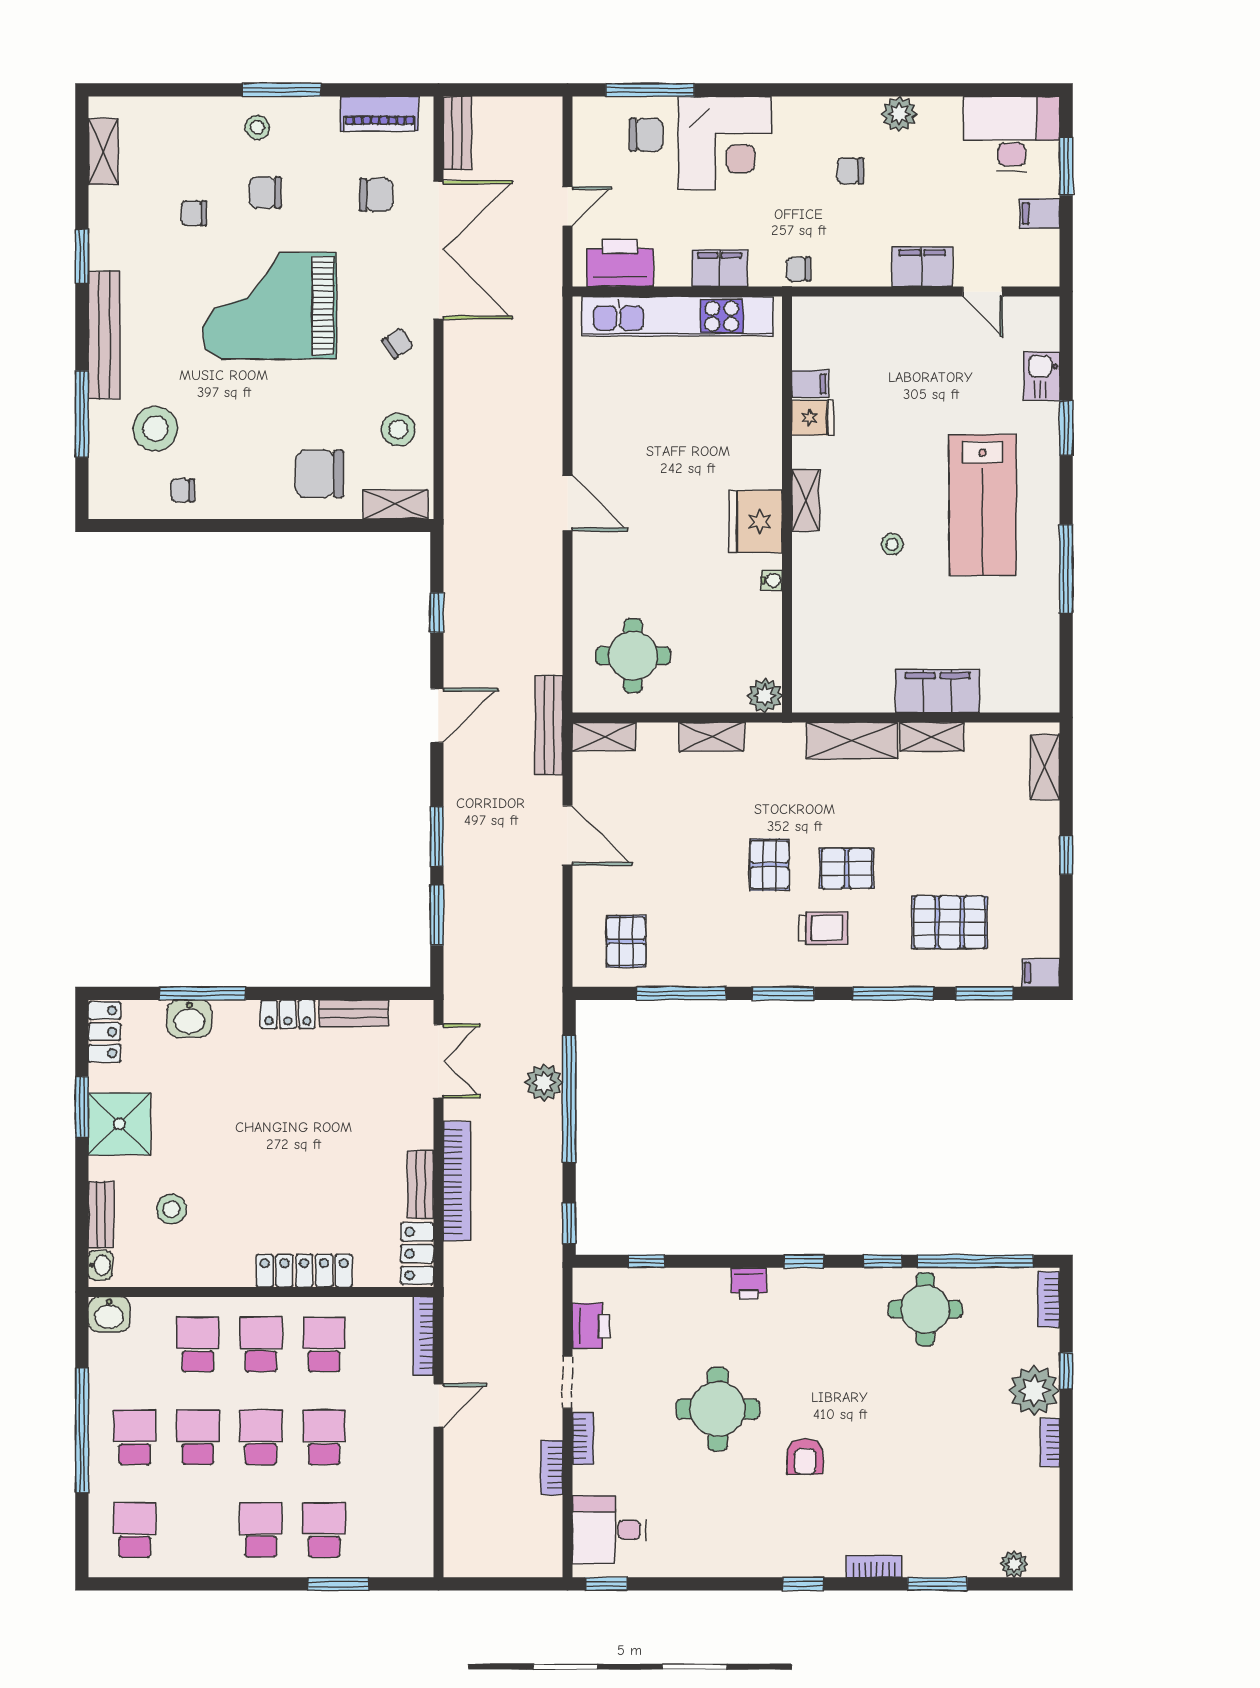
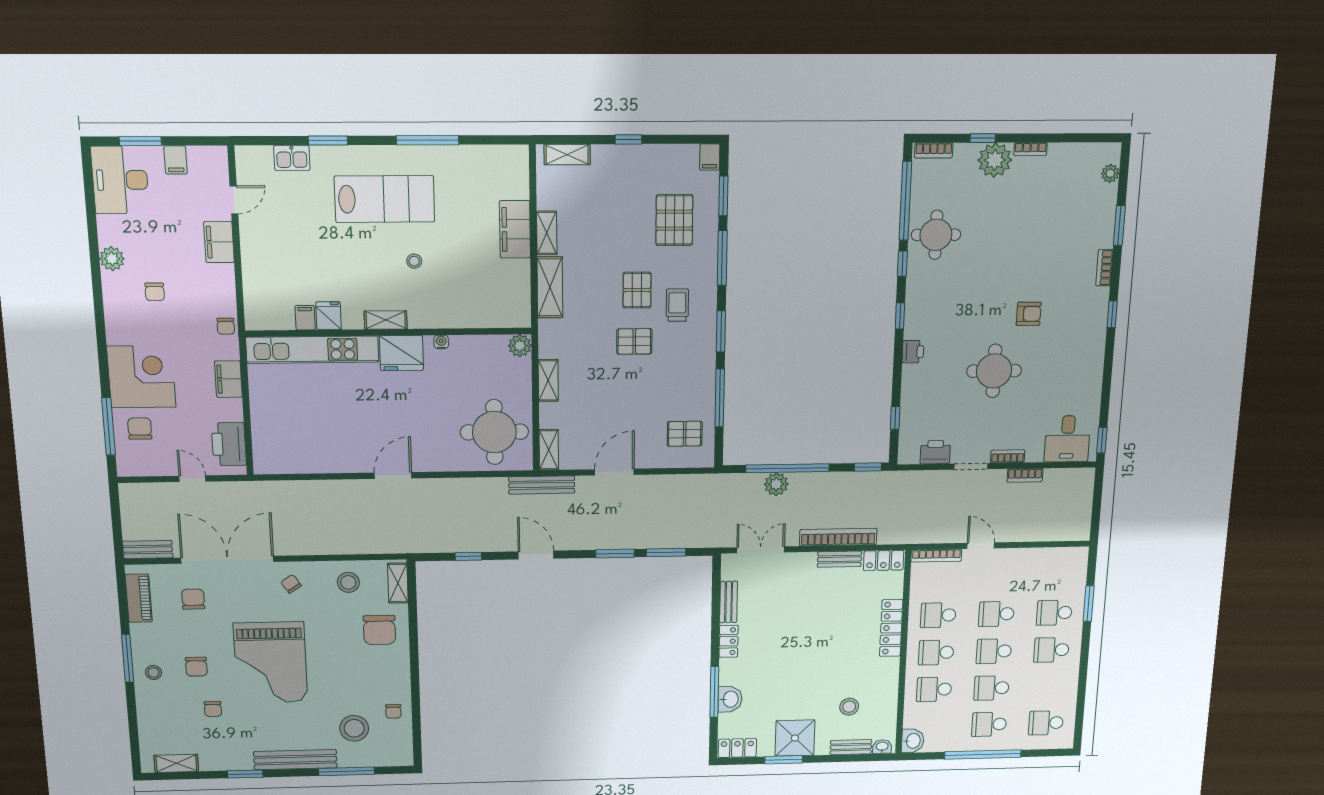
kitchen unit: (678, 316) -> (312, 350), moved, turned 90
round table: (633, 656) -> (494, 432), width x1.36, depth x1.36

